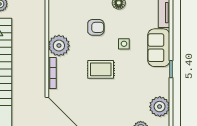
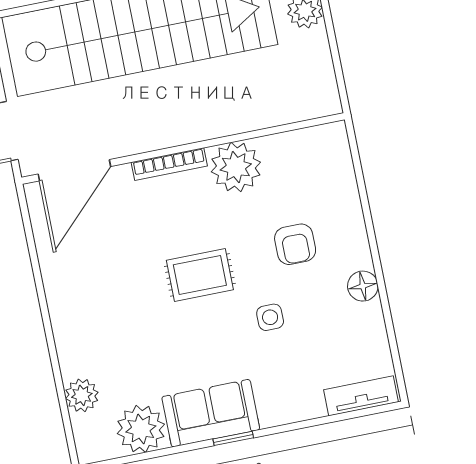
sofa: (159, 48) -> (211, 413), moved
rug: (101, 69) -> (200, 275), turned 90

